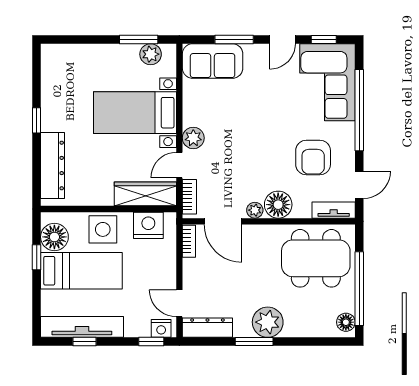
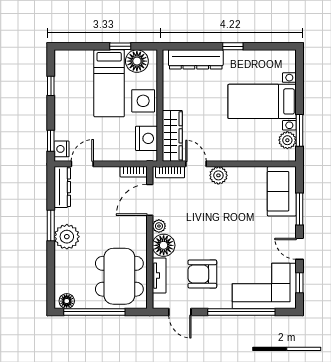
bed with nightstands: (135, 113) -> (262, 101), moved, turned -90
tv unit: (334, 210) -> (159, 276), moved
tv unit: (82, 327) -> (63, 84), removed

